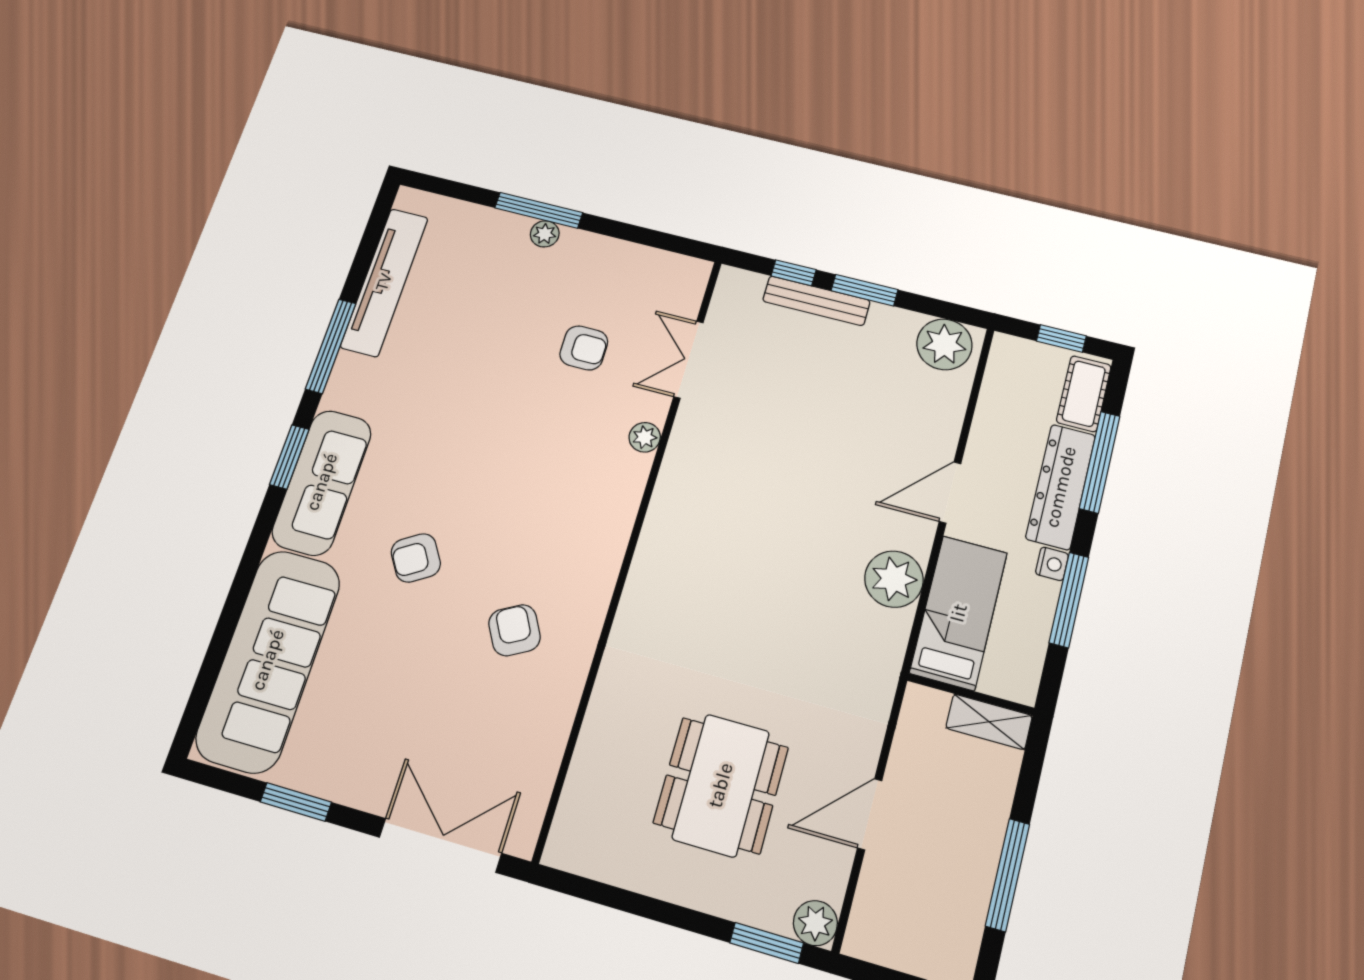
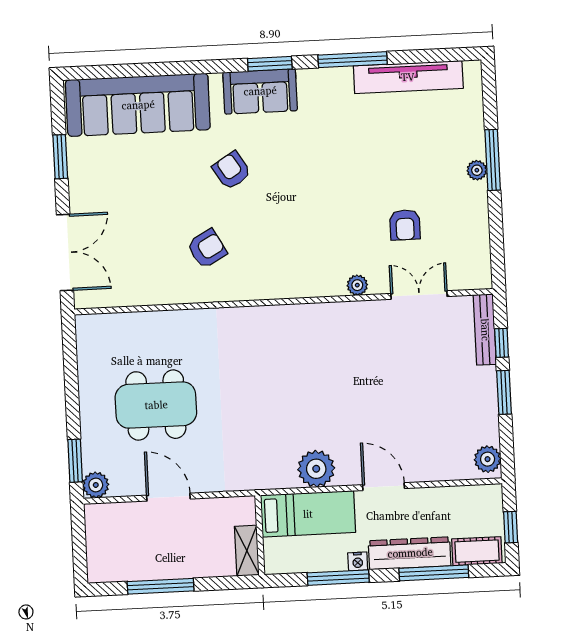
bench: (816, 301) -> (485, 330), moved
plant: (944, 344) -> (488, 459), width x0.73, depth x0.73
sofa: (322, 482) -> (260, 91), width x0.73

